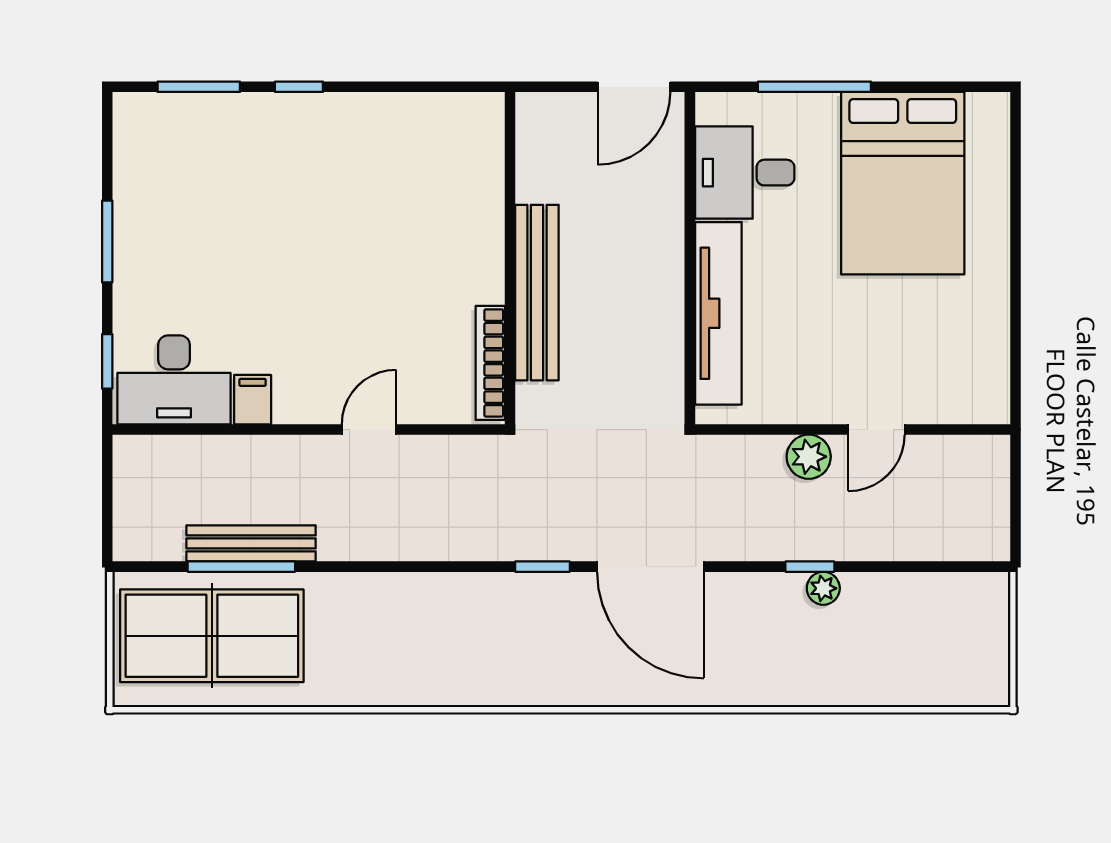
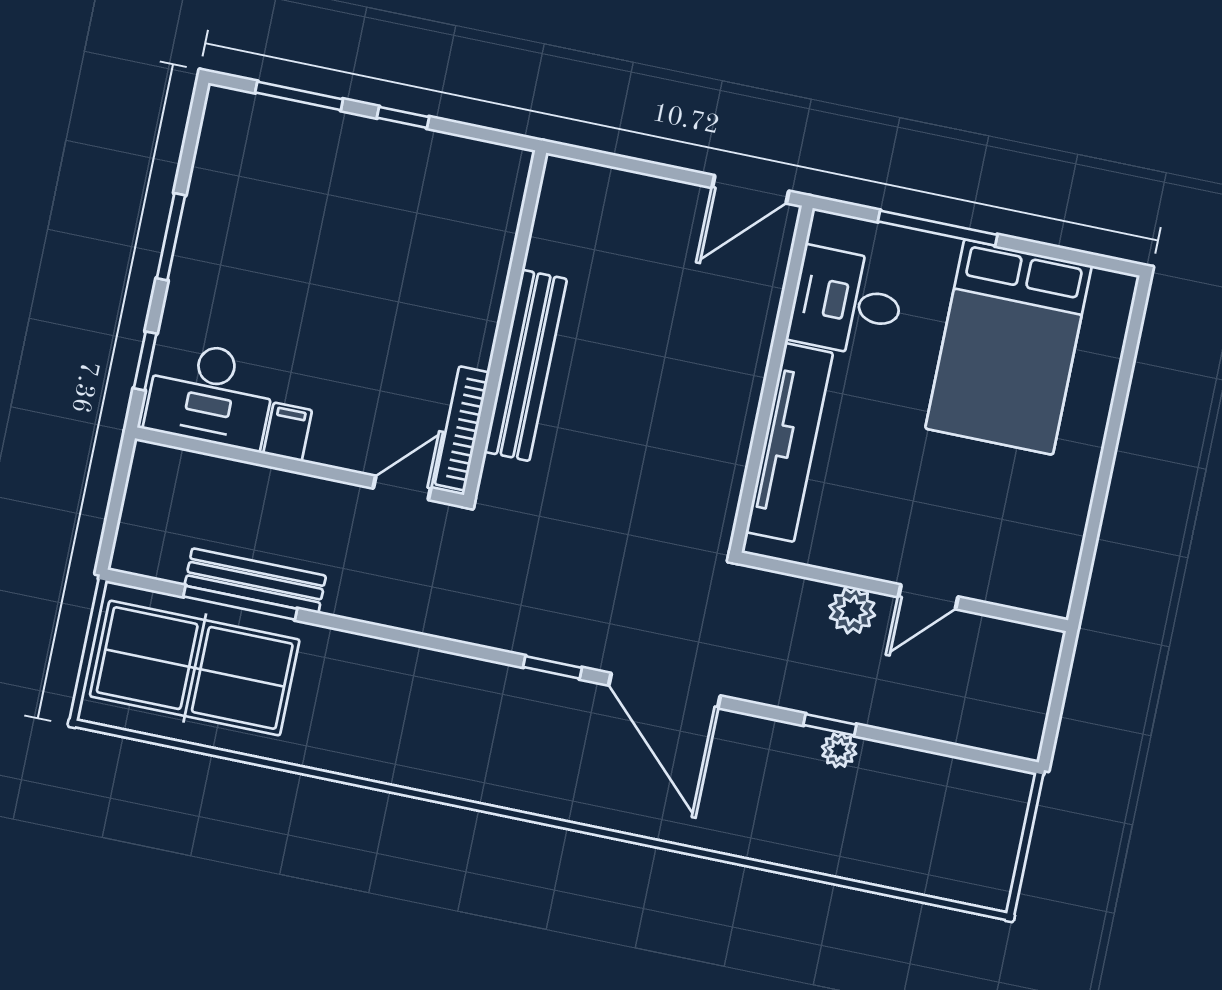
wall: (510, 258) -> (505, 324), moved
bench: (537, 293) -> (526, 365), moved
bookcase: (490, 363) -> (462, 428), moved

